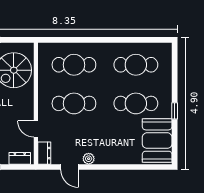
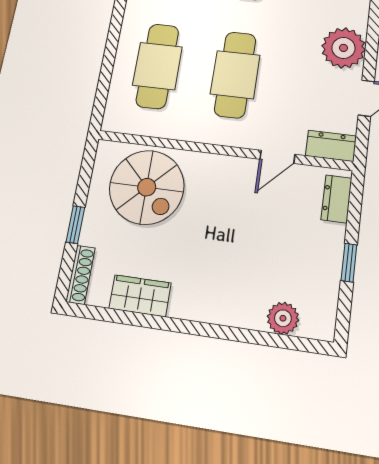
plant: (89, 159) -> (343, 48), width x1.88, depth x1.88

